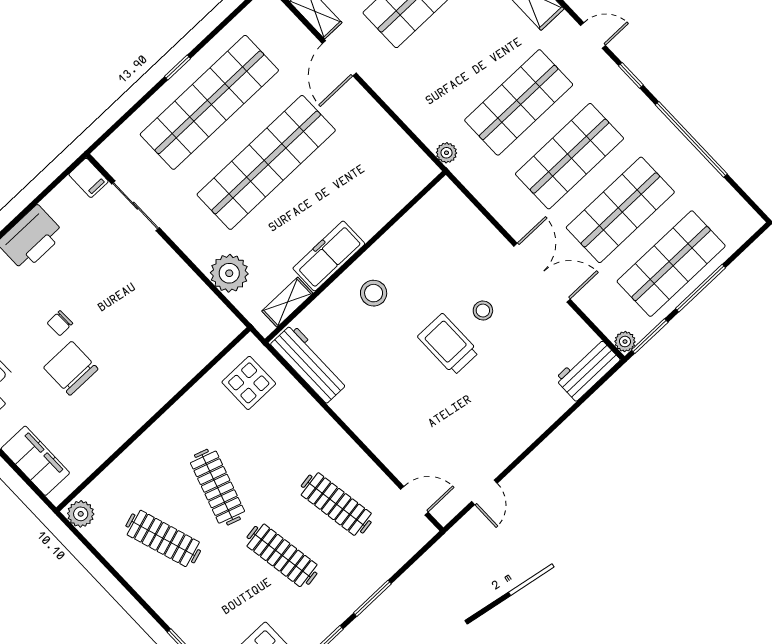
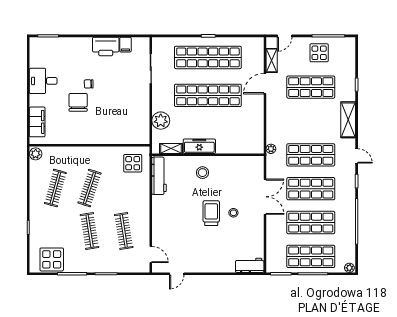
filing cabinet: (89, 178) -> (125, 45), moved
double door: (542, 273) -> (265, 197), moved
plant: (625, 342) -> (349, 268), moved
clothes rail: (163, 538) -> (55, 188), turned 33

